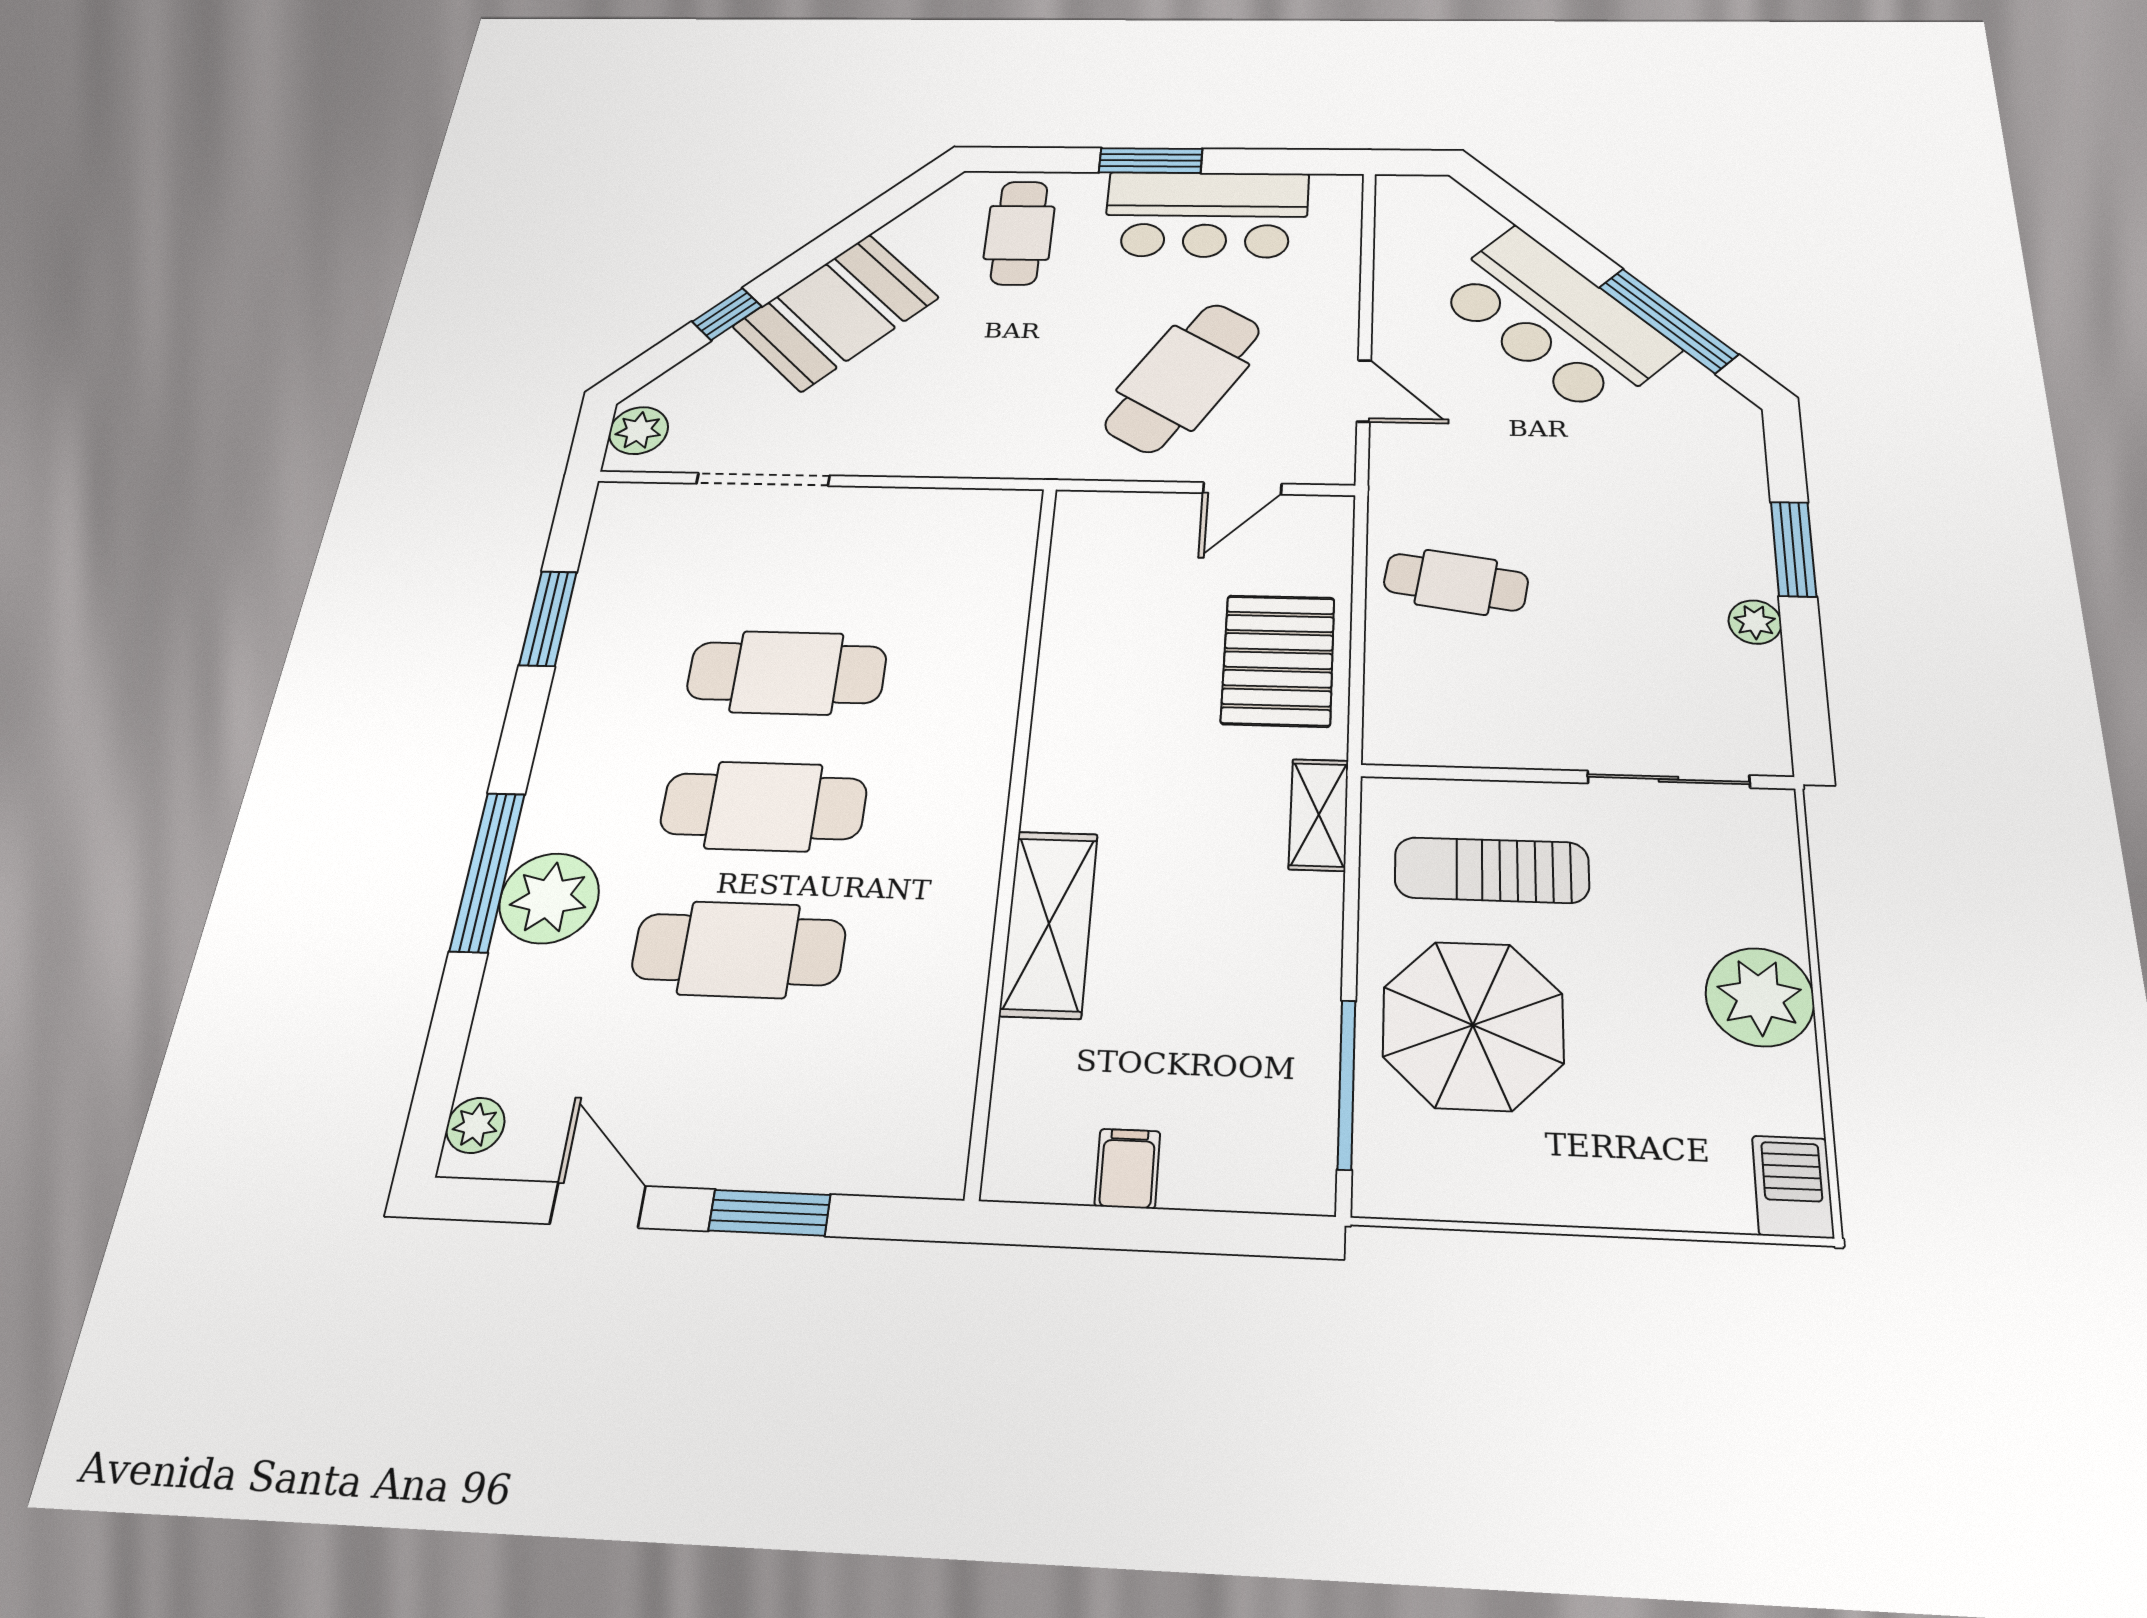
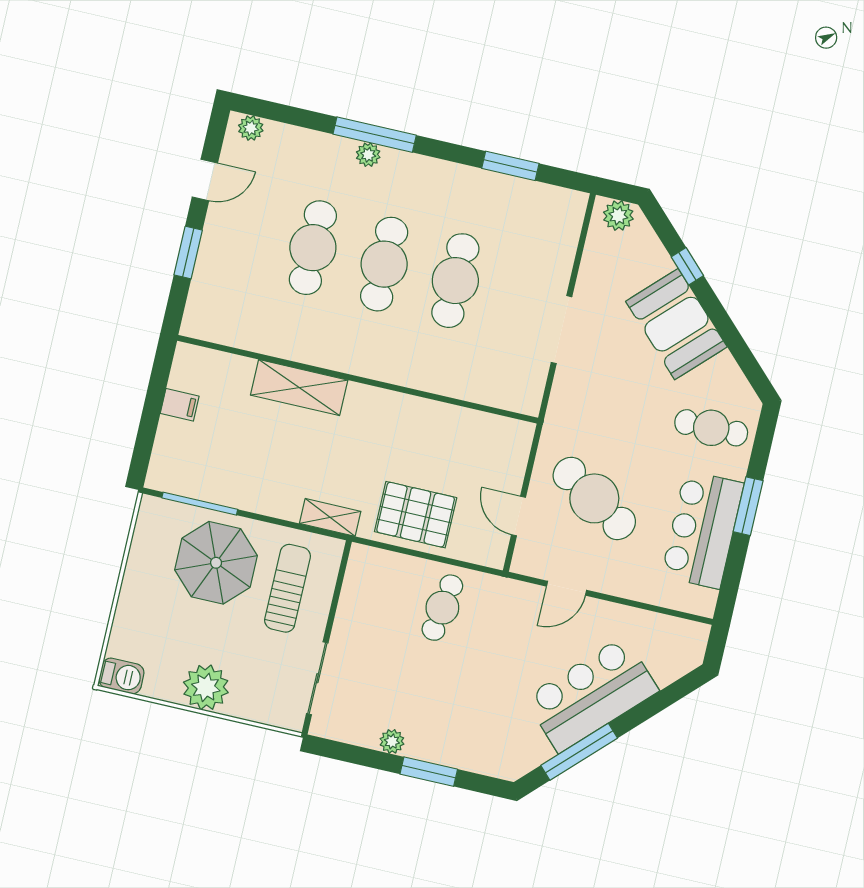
doorway: (763, 479) -> (562, 330), moved
plant: (549, 898) -> (368, 155), width x0.53, depth x0.53

